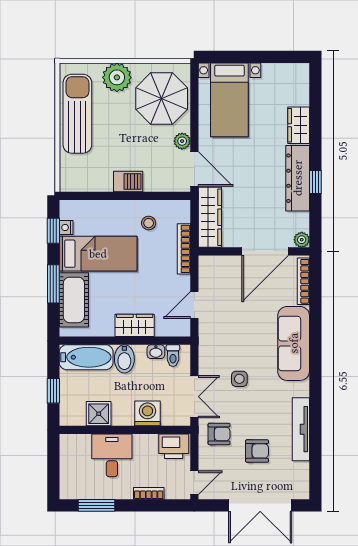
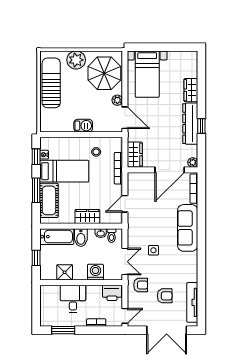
wardrobe: (210, 217) -> (135, 155), width x0.67
tv unit: (301, 429) -> (192, 302), moved

